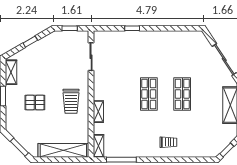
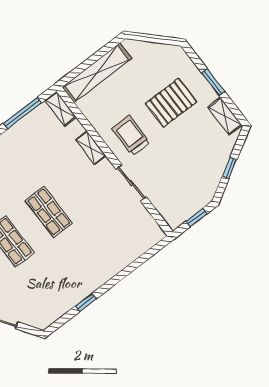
window: (132, 28) -> (86, 303), moved
sliding door: (91, 57) -> (131, 183), moved
pallet: (35, 103) -> (171, 103), width x1.50, depth x1.42
window: (19, 147) -> (150, 38), removed

